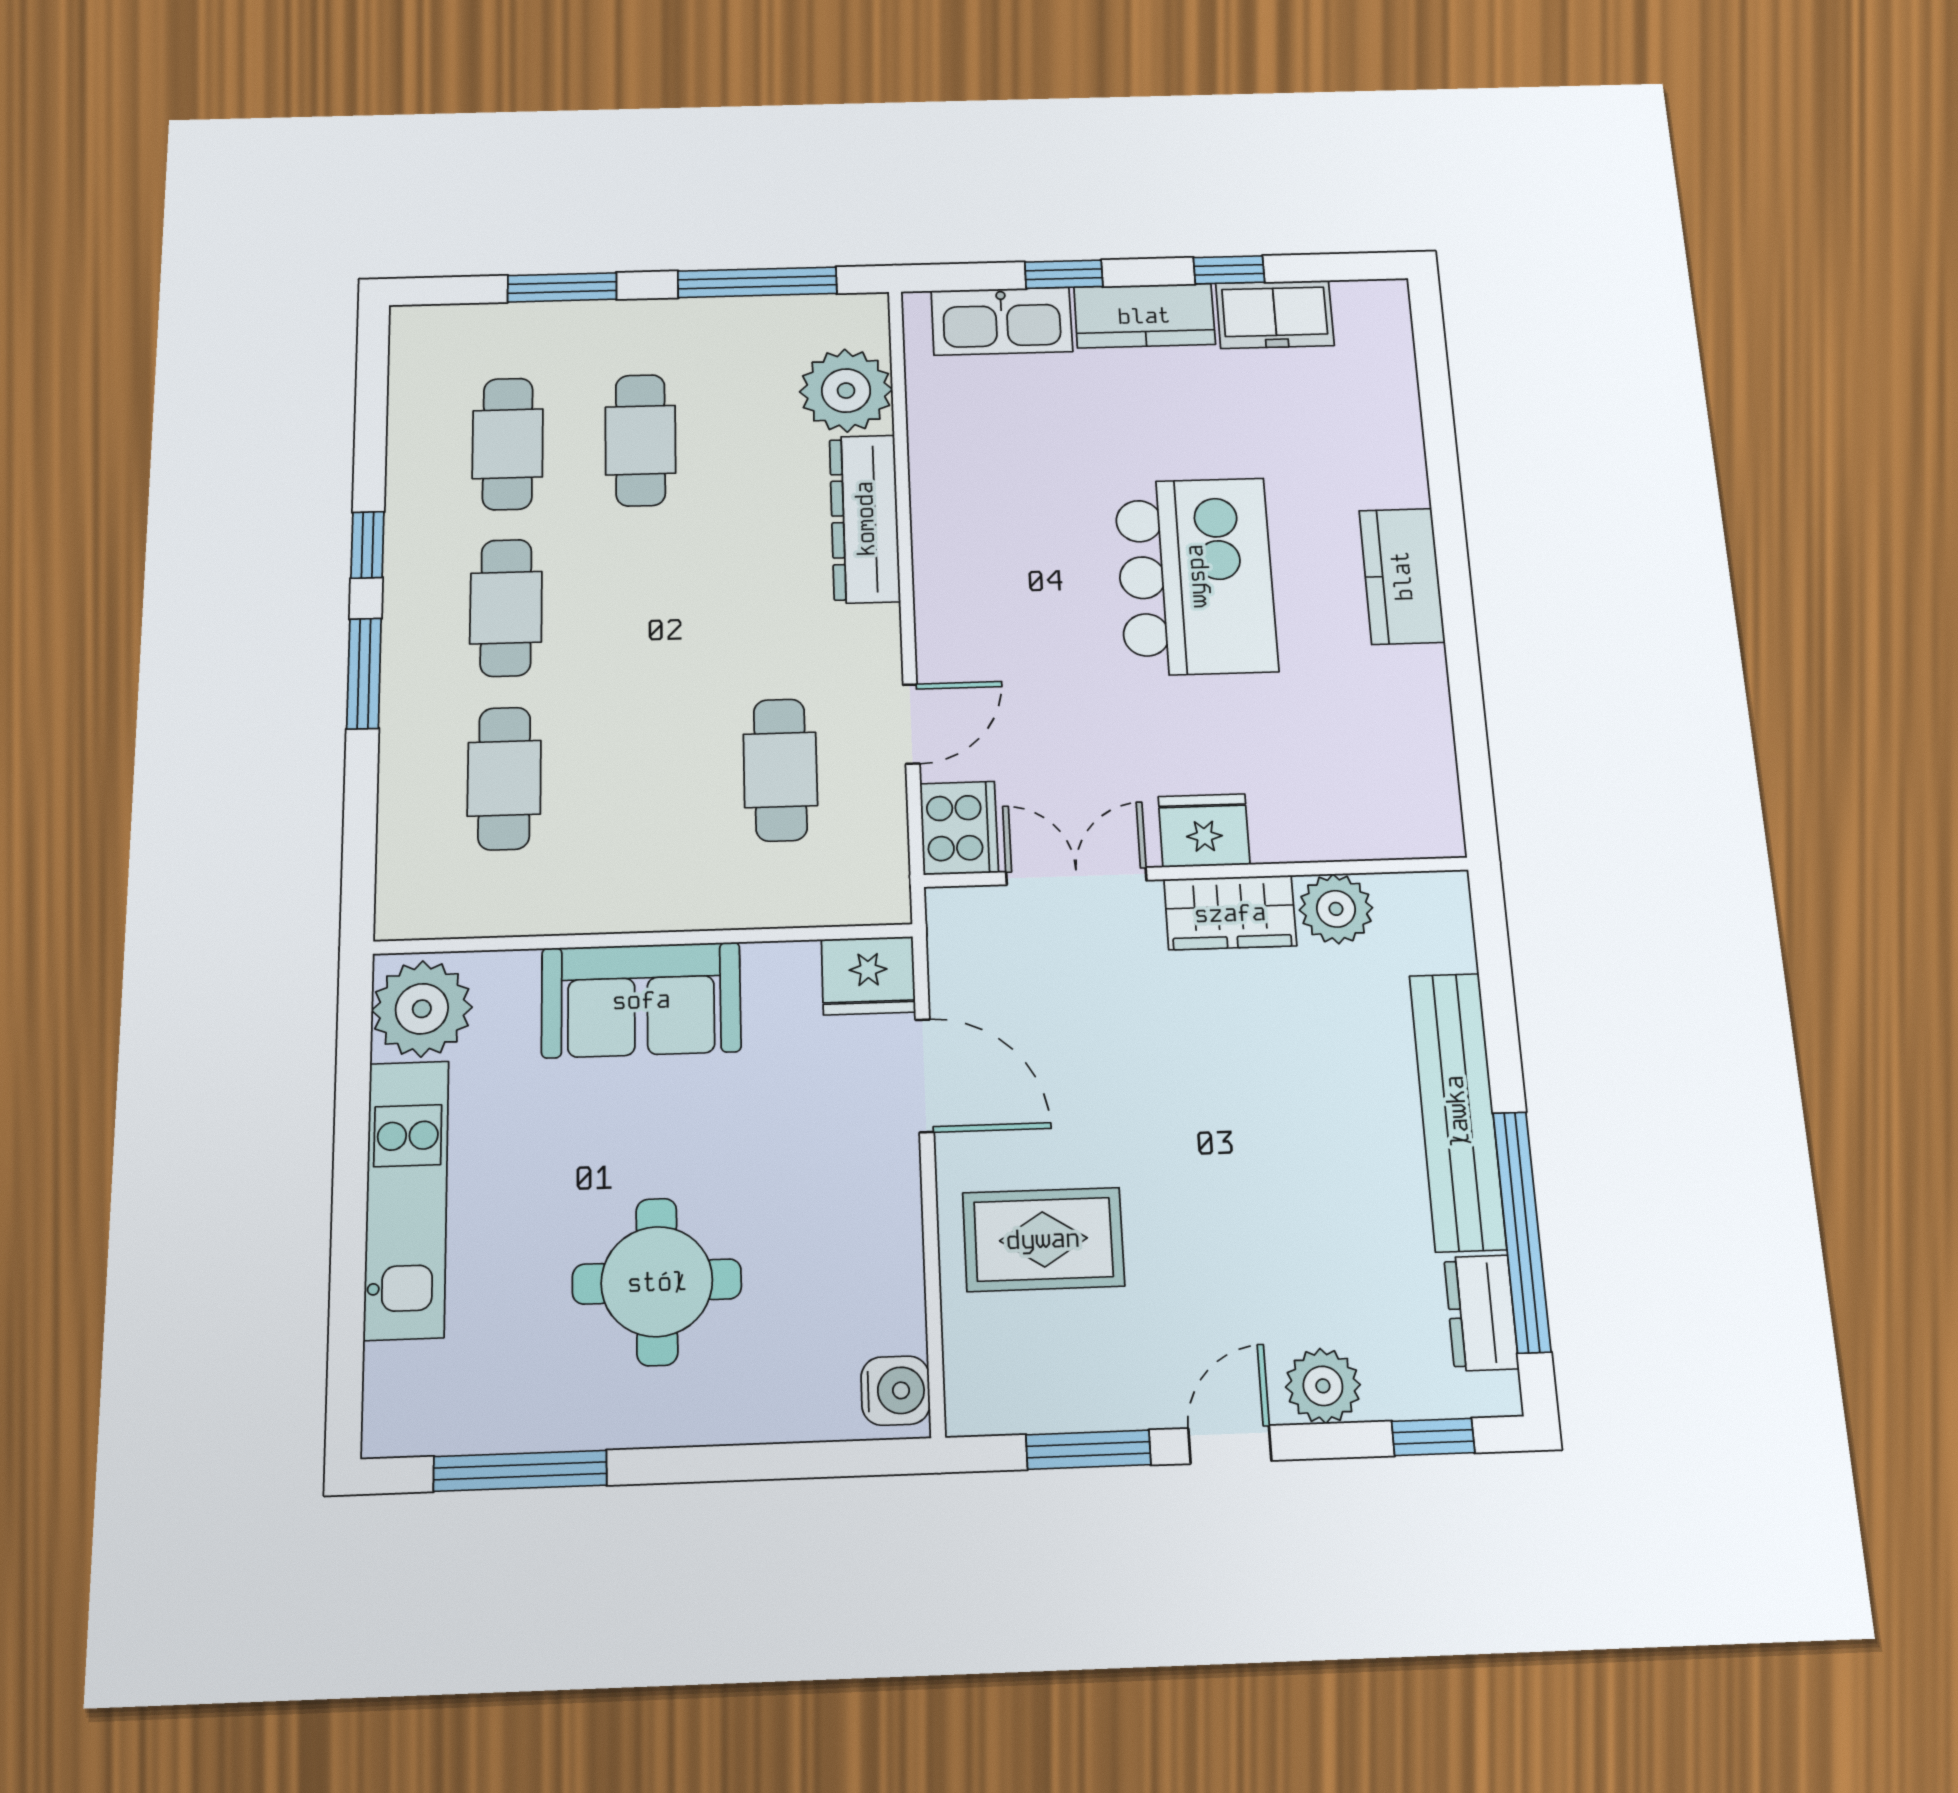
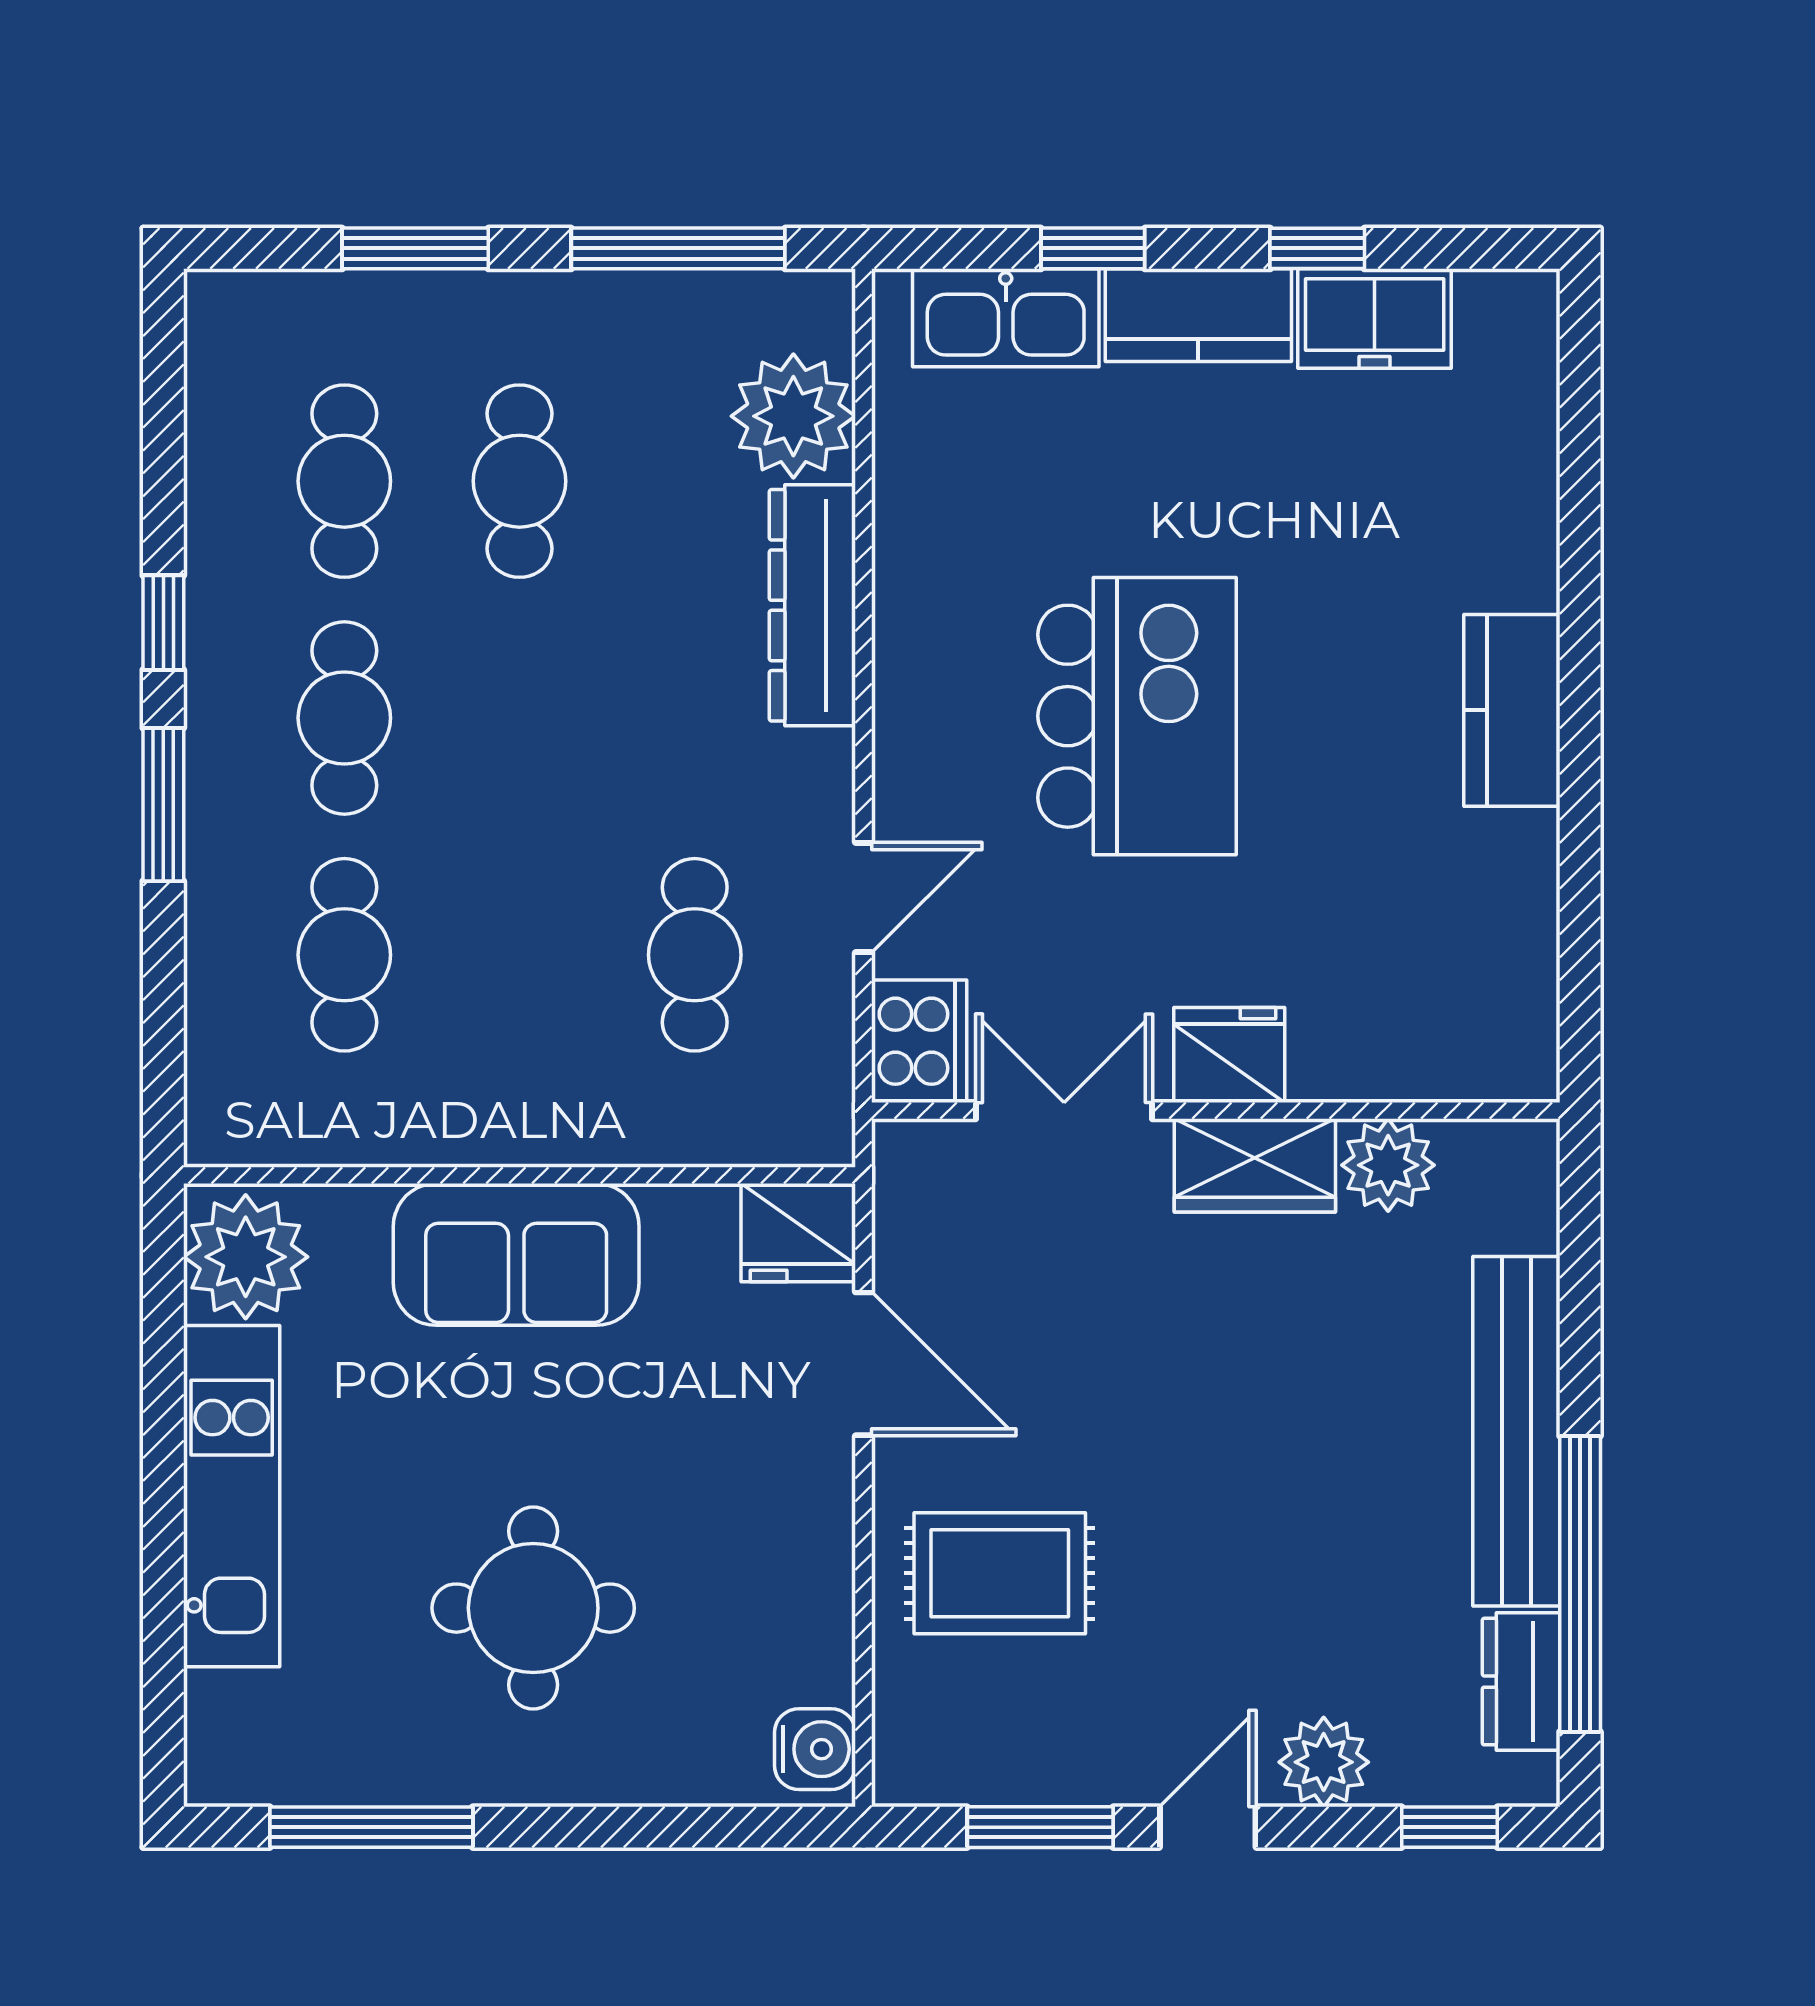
kitchen island: (1196, 576) -> (1137, 716), moved

